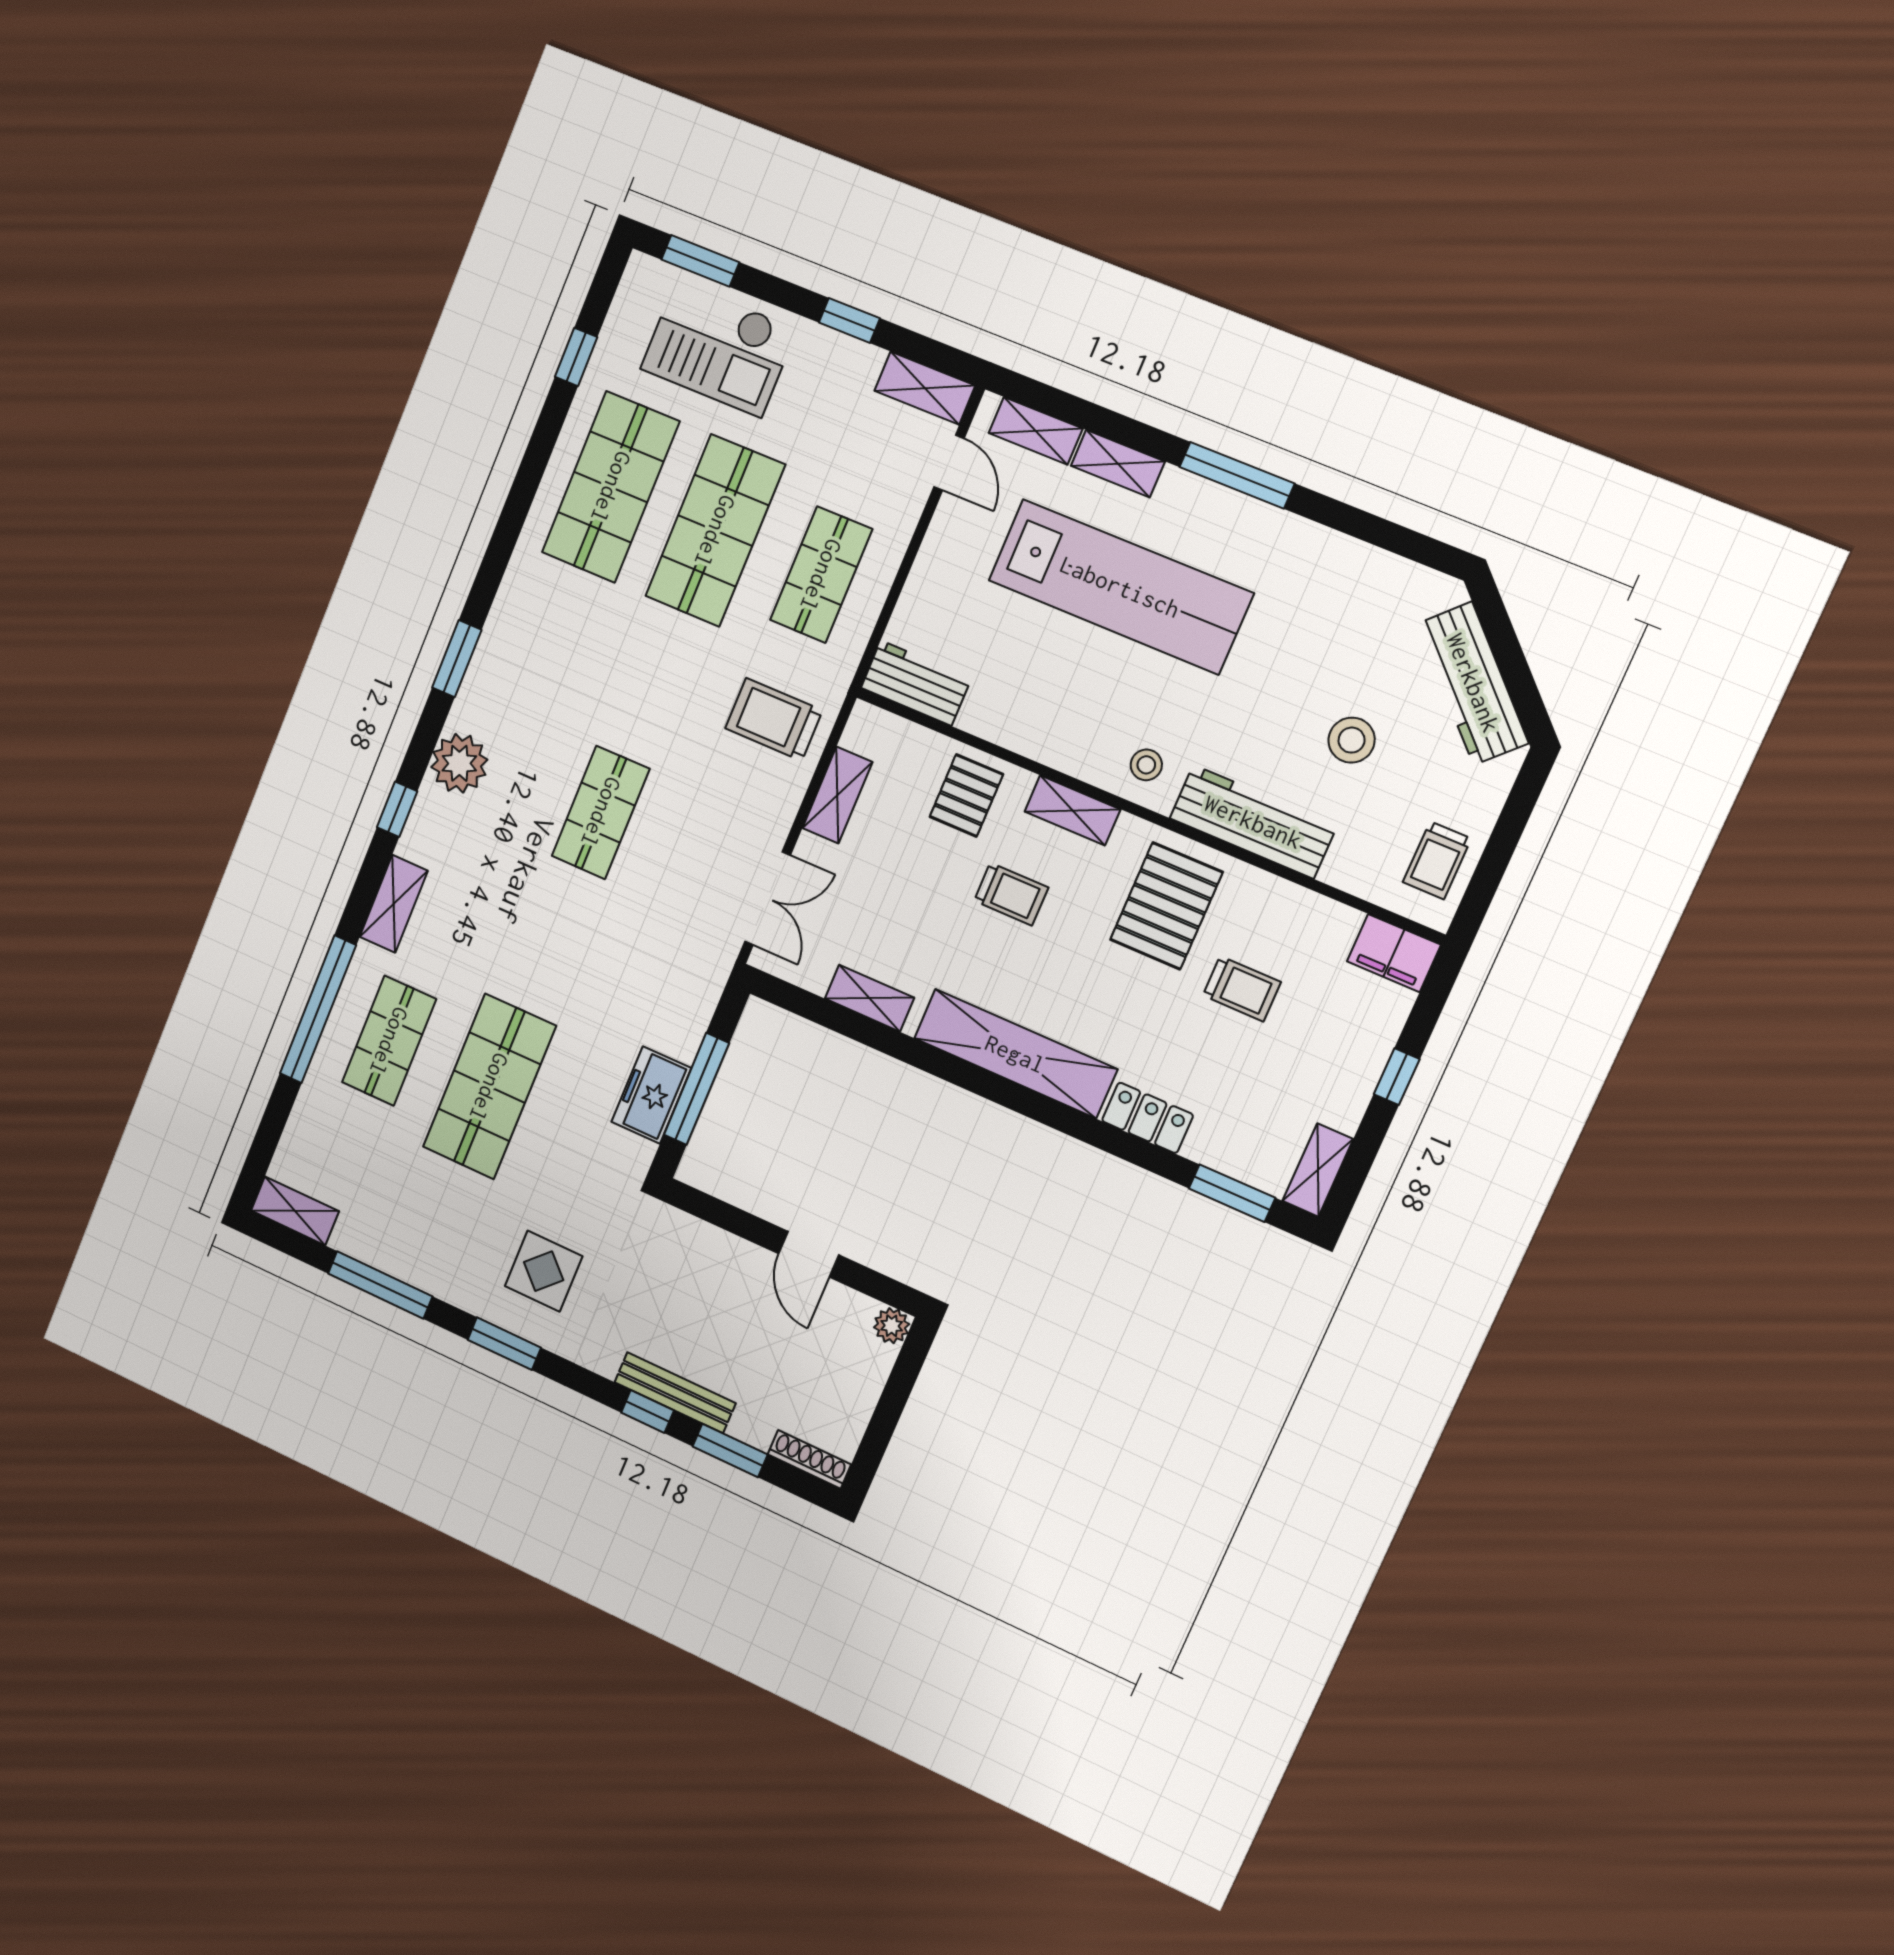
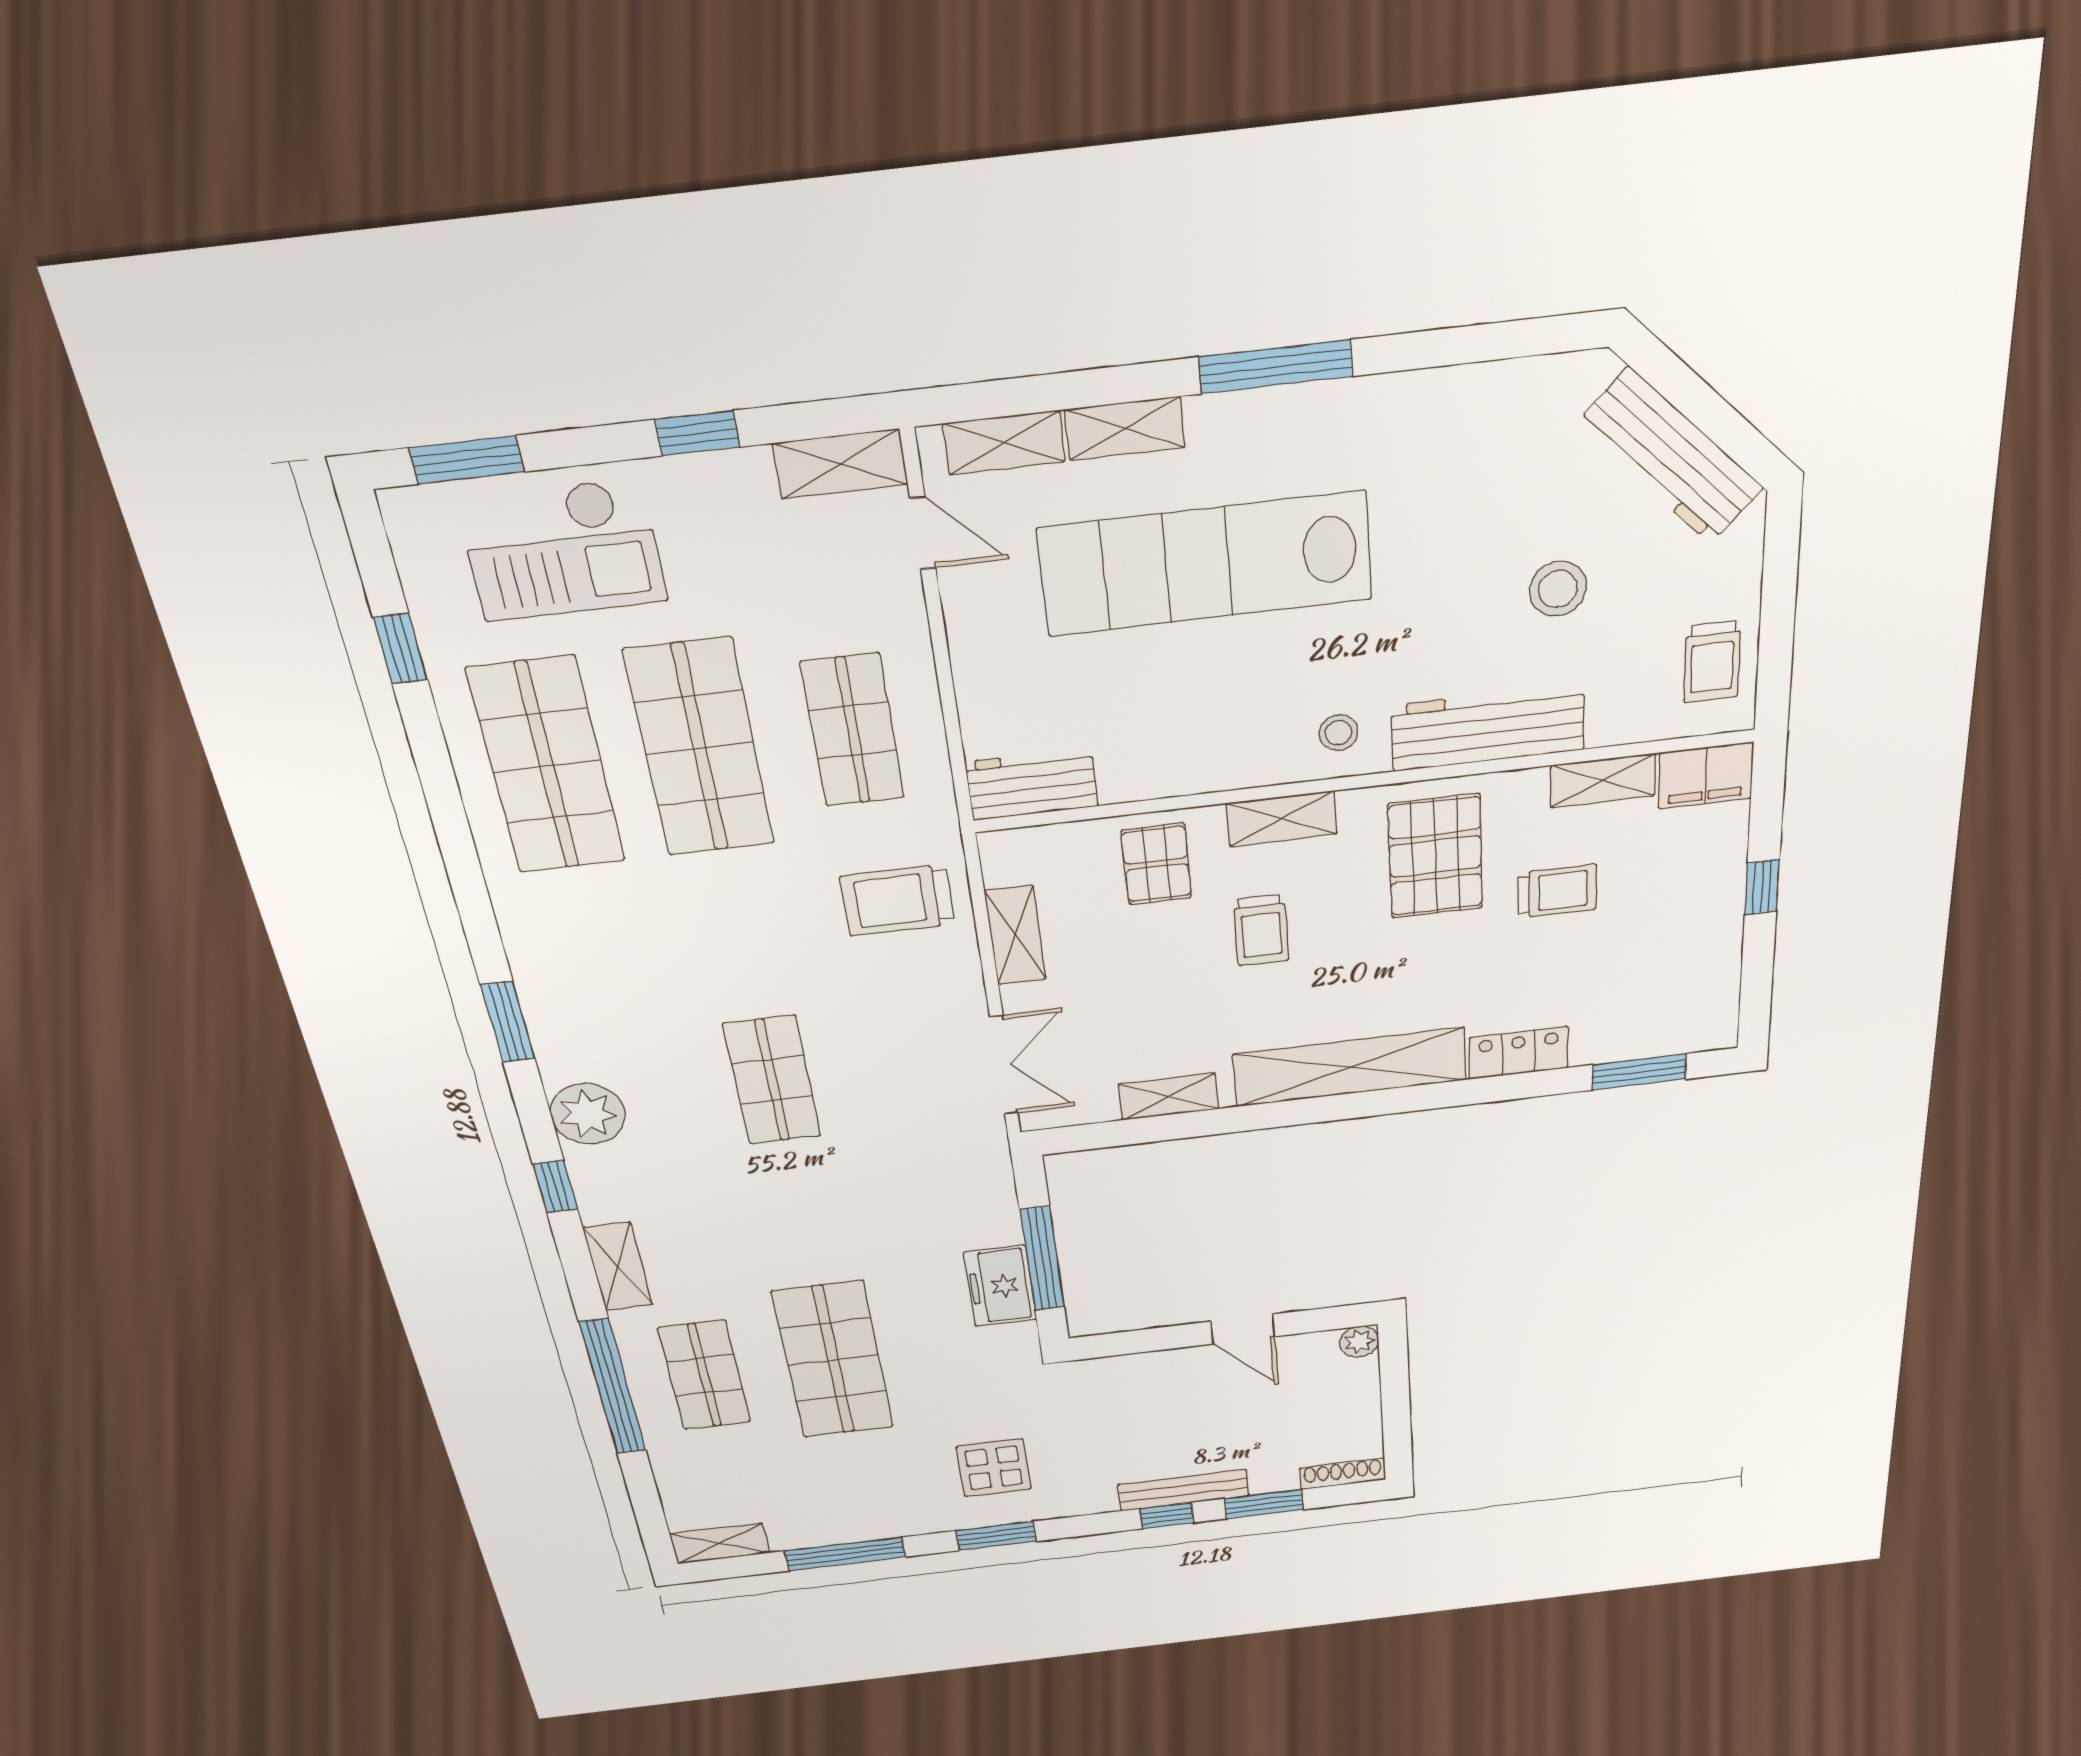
lab bench: (1120, 587) -> (1206, 564), turned 180
trolley: (1011, 894) -> (1261, 930), turned 90
shelving: (1318, 1170) -> (1603, 781), moved, turned 90

